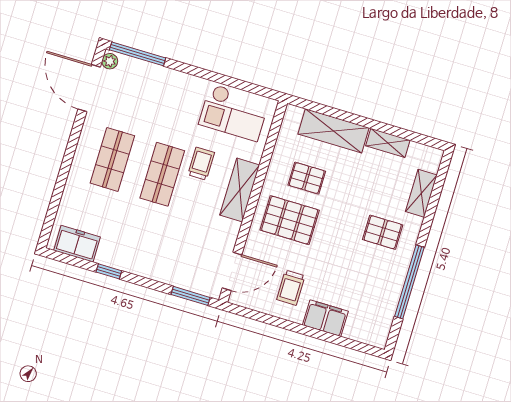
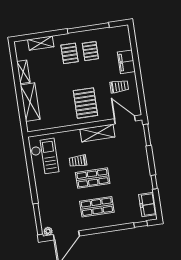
pallet: (307, 178) -> (90, 51), moved
shelving: (240, 190) -> (97, 133), moved
window: (50, 217) -> (141, 224), added

